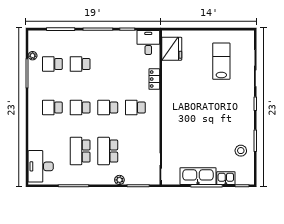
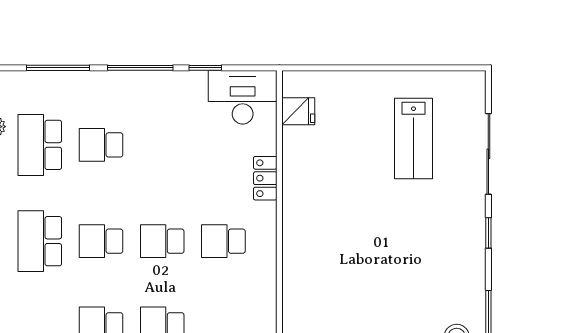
desk: (148, 42) -> (243, 97), width x1.37
fridge: (172, 49) -> (298, 111), width x0.53, depth x0.75
lab bench: (221, 61) -> (414, 139), turned 180
school desk: (52, 64) -> (40, 145), width x1.85
school desk: (52, 107) -> (40, 241), width x1.85

